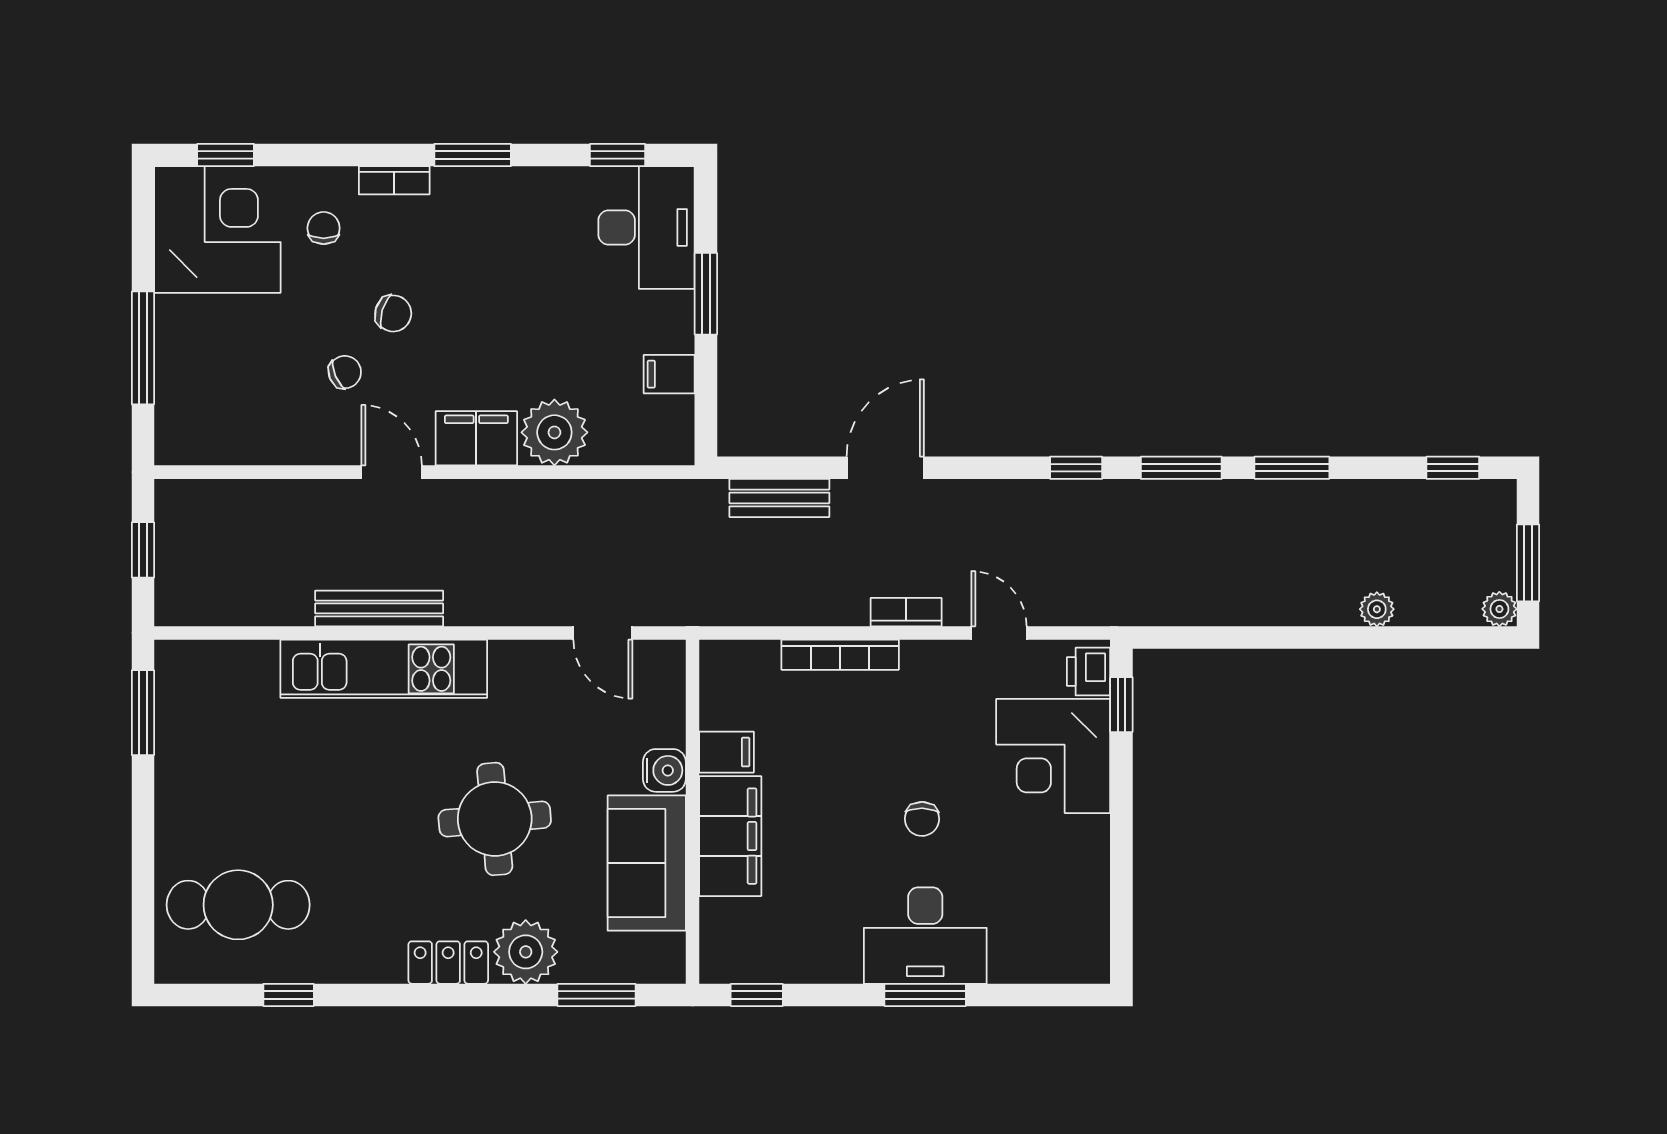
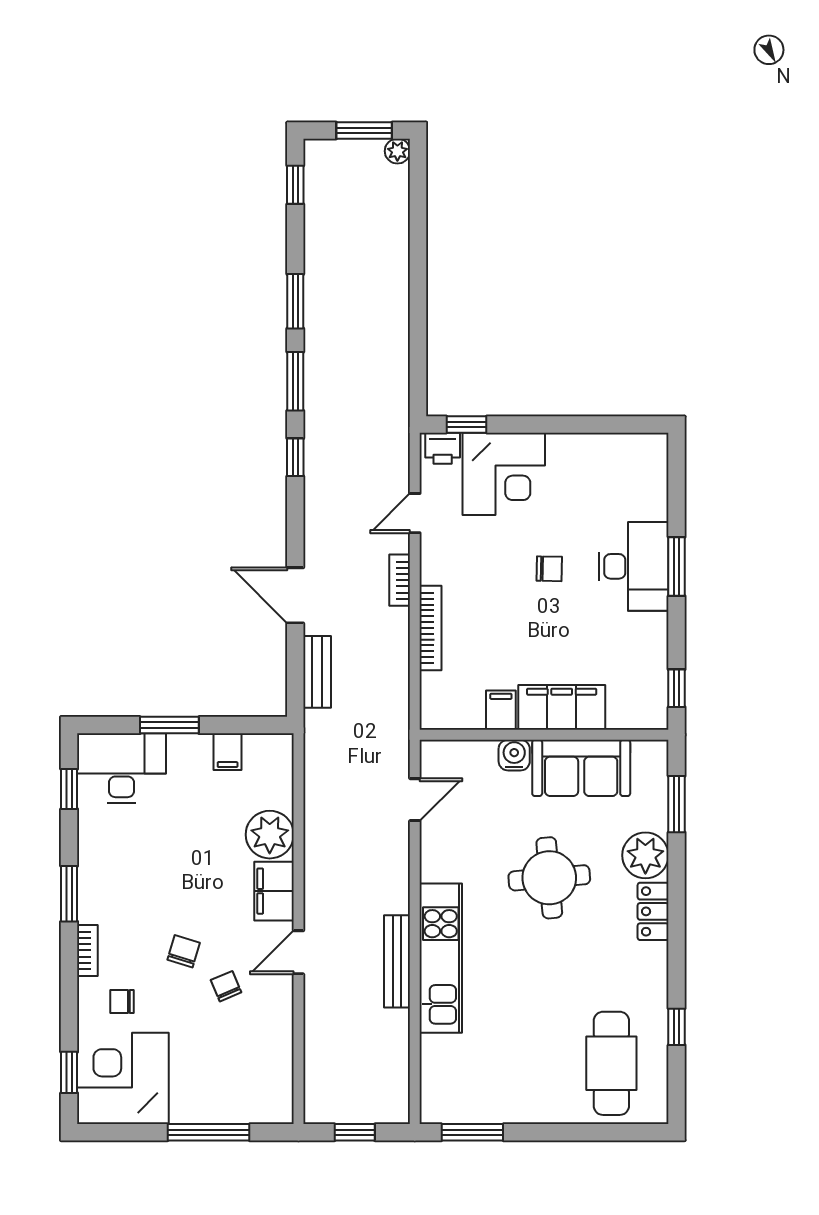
plant: (1377, 609) -> (398, 240), removed

